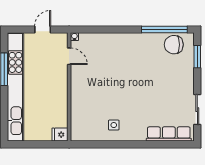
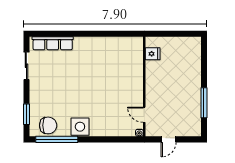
kitchen unit: (15, 87) -> (194, 86), removed
side table: (114, 125) -> (80, 127), moved, width x1.87, depth x1.87
fridge: (60, 135) -> (153, 54), moved

